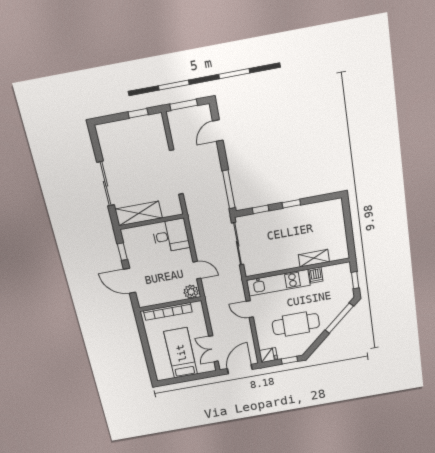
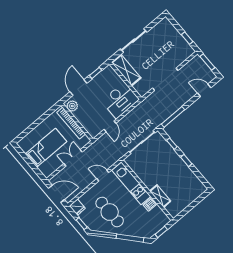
desk: (171, 236) -> (120, 100), width x1.37
plant: (191, 292) -> (72, 106), moved
door: (250, 309) -> (103, 176), hinge flipped
double door: (213, 349) -> (73, 158), moved

